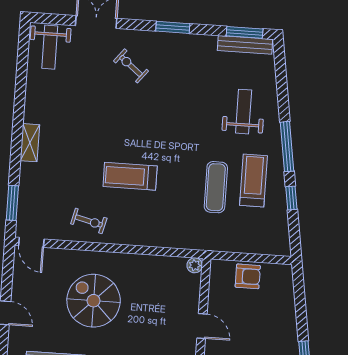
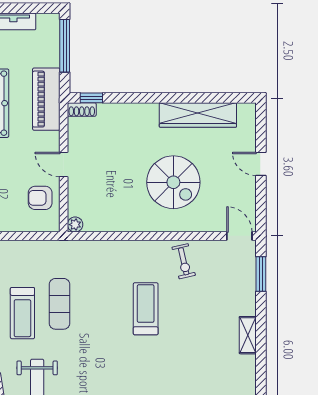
treadmill: (130, 176) -> (146, 309), turned -90
exercise bike: (89, 221) -> (184, 261), turned -117
armchair: (248, 276) -> (40, 198), moved

